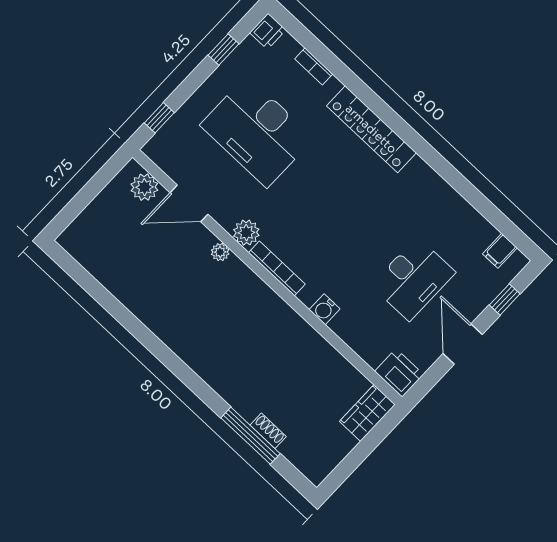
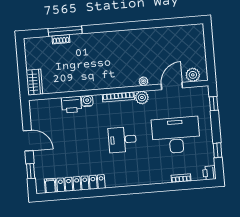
locker: (371, 129) -> (81, 183), moved
desk: (413, 279) -> (122, 140), moved, width x0.73
printer: (399, 373) -> (71, 105), moved

